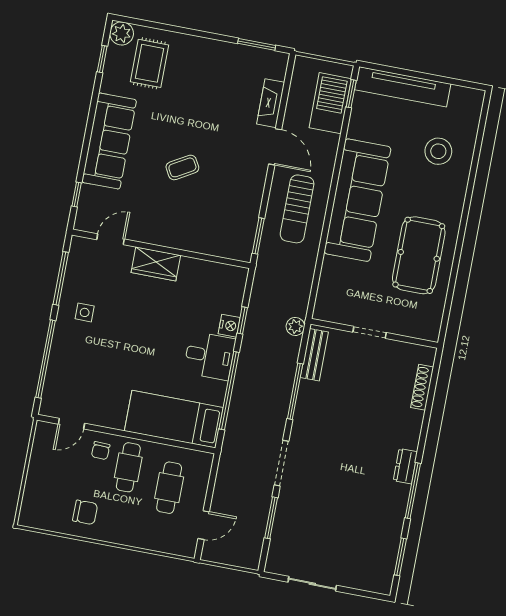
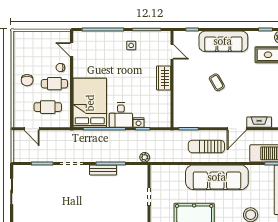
bench: (314, 355) -> (103, 170), moved
bed: (174, 419) -> (90, 103), width x1.50
chair: (85, 512) -> (27, 80), moved

